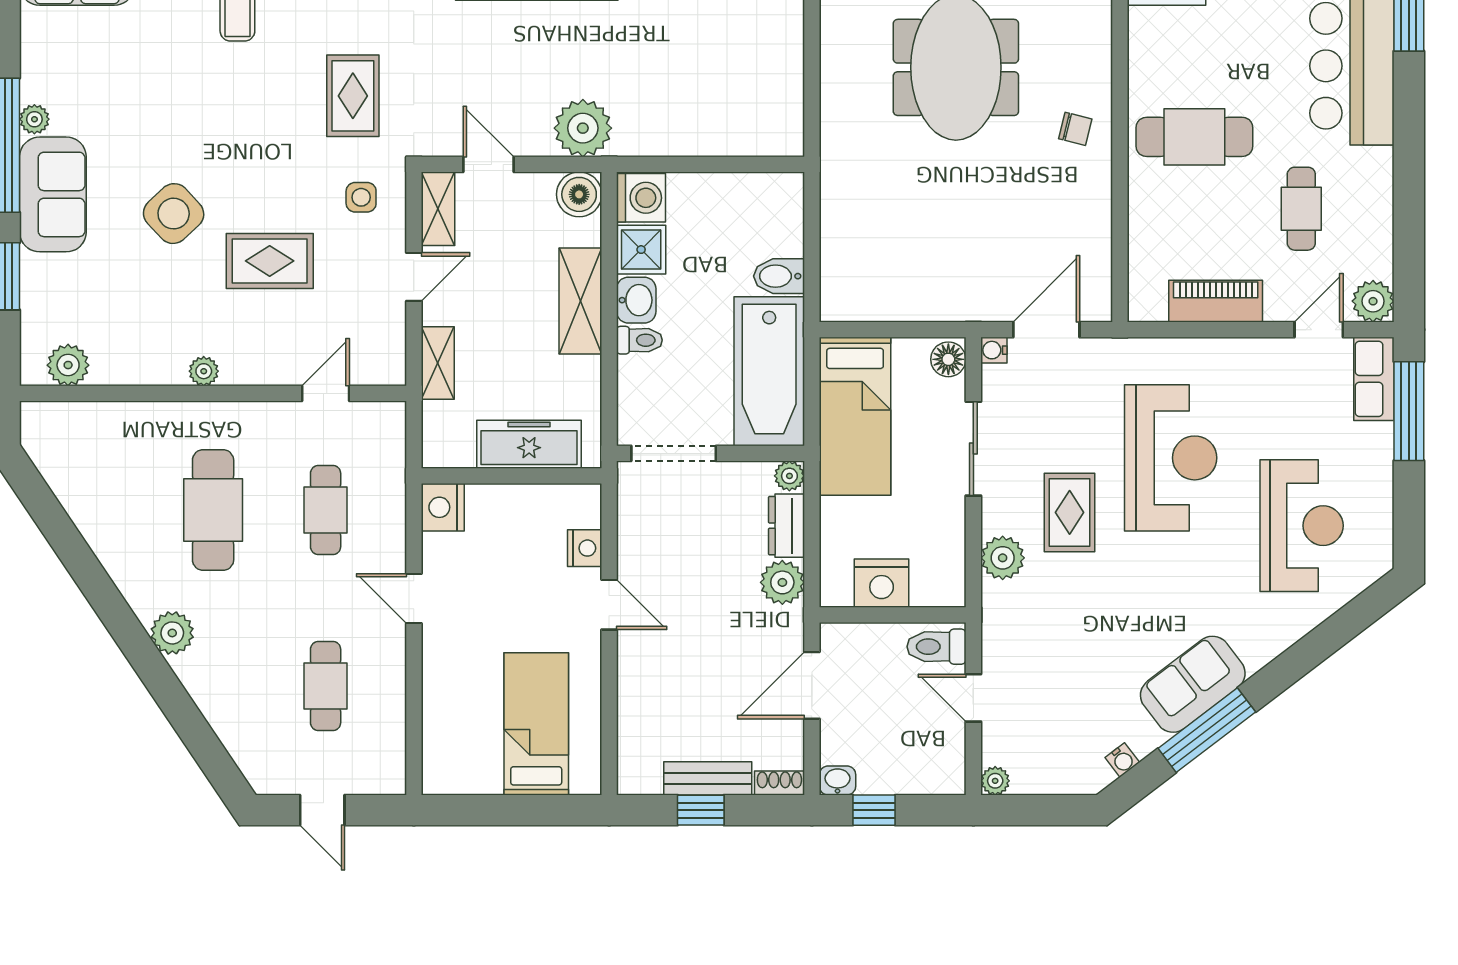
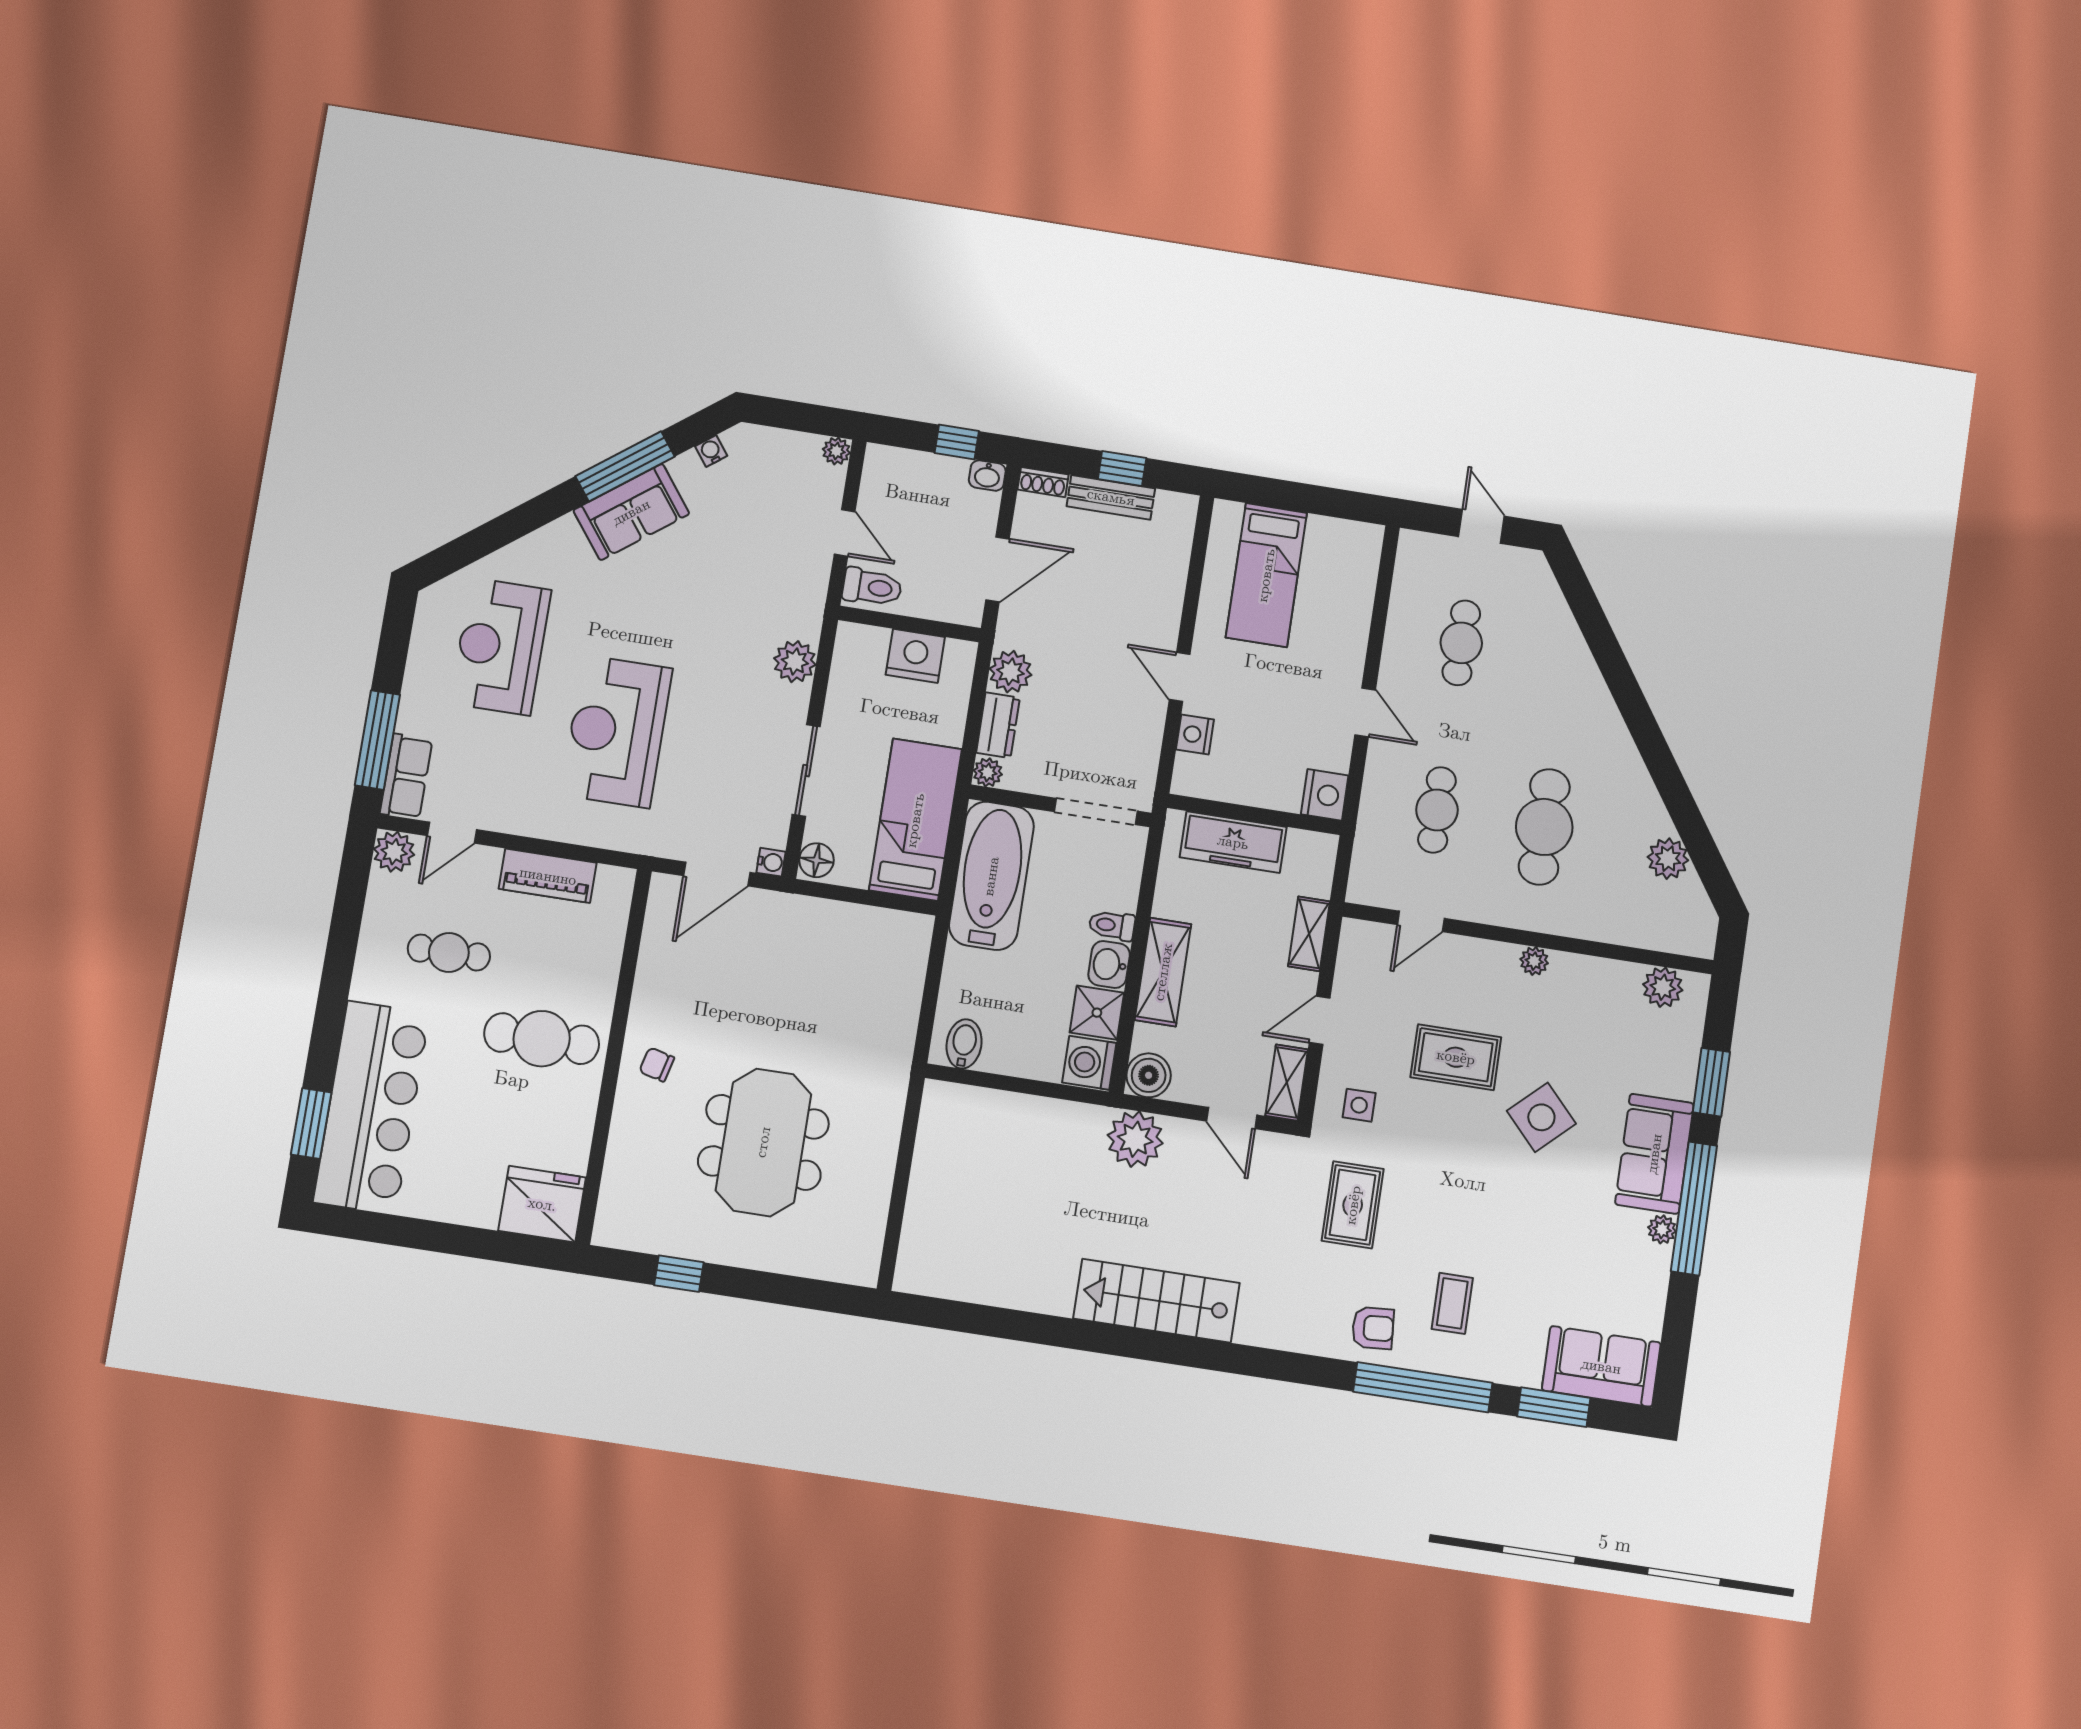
cafe table: (1301, 209) -> (449, 953), turned 90
bidet: (779, 276) -> (964, 1044), moved, turned -90
rug: (1070, 512) -> (723, 695), removed
plant: (172, 633) -> (1668, 859), moved

